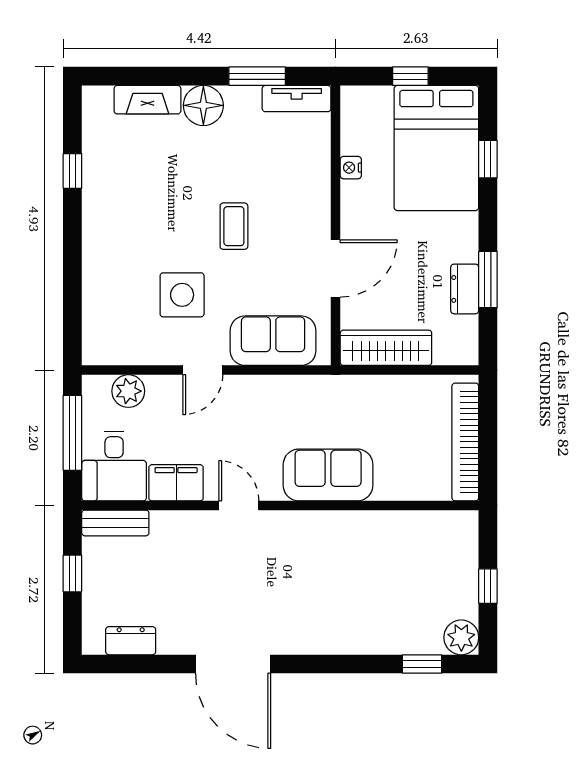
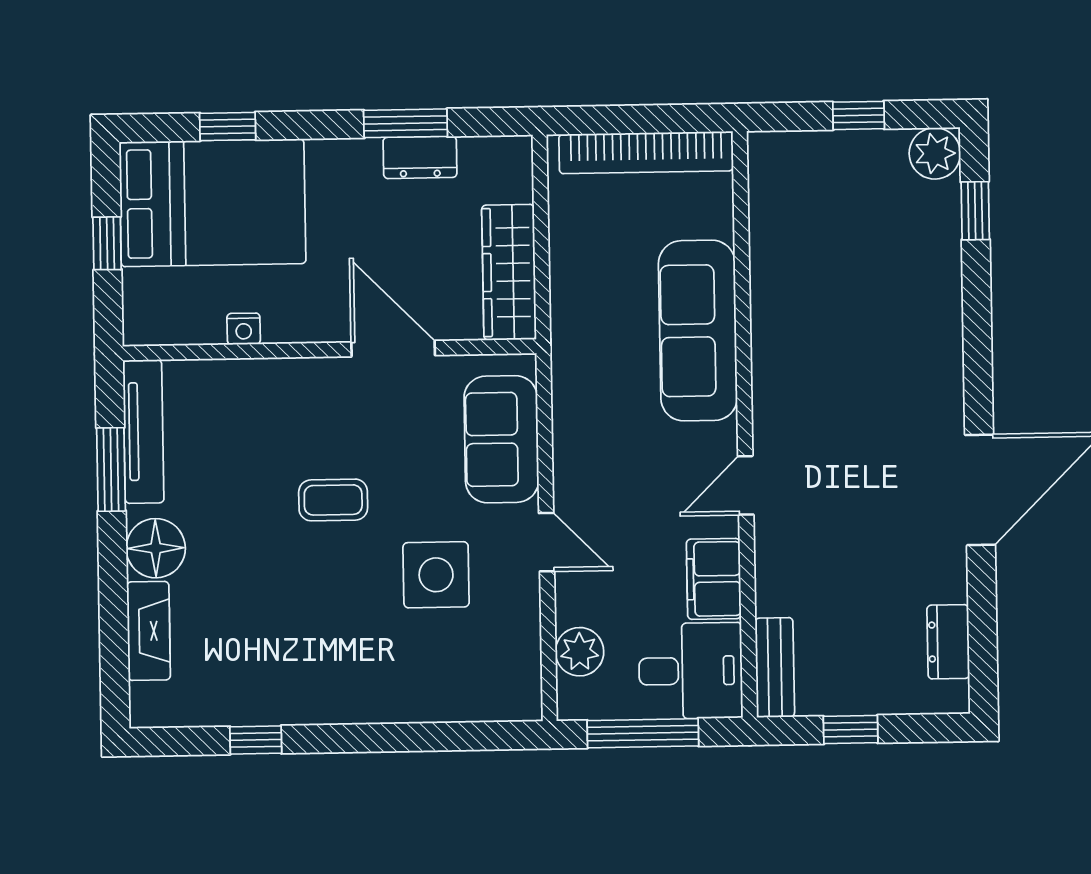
tv unit: (297, 99) -> (143, 431), width x1.41
sofa: (328, 475) -> (698, 331), width x1.36

